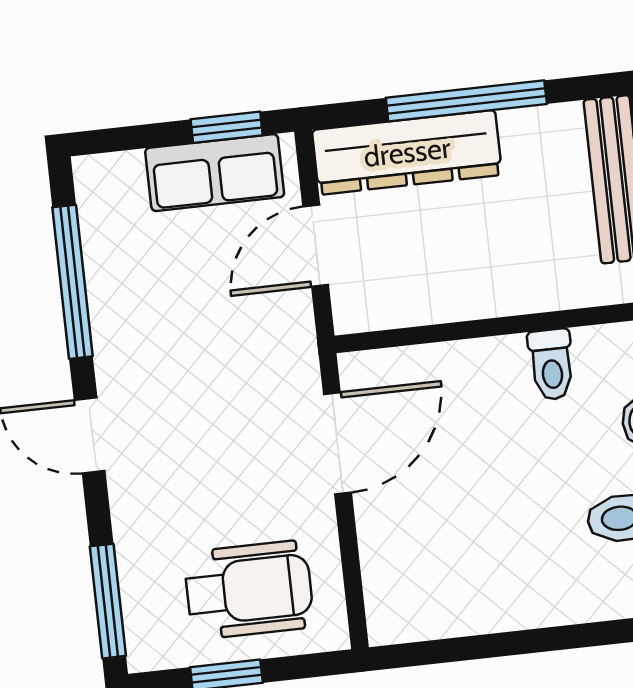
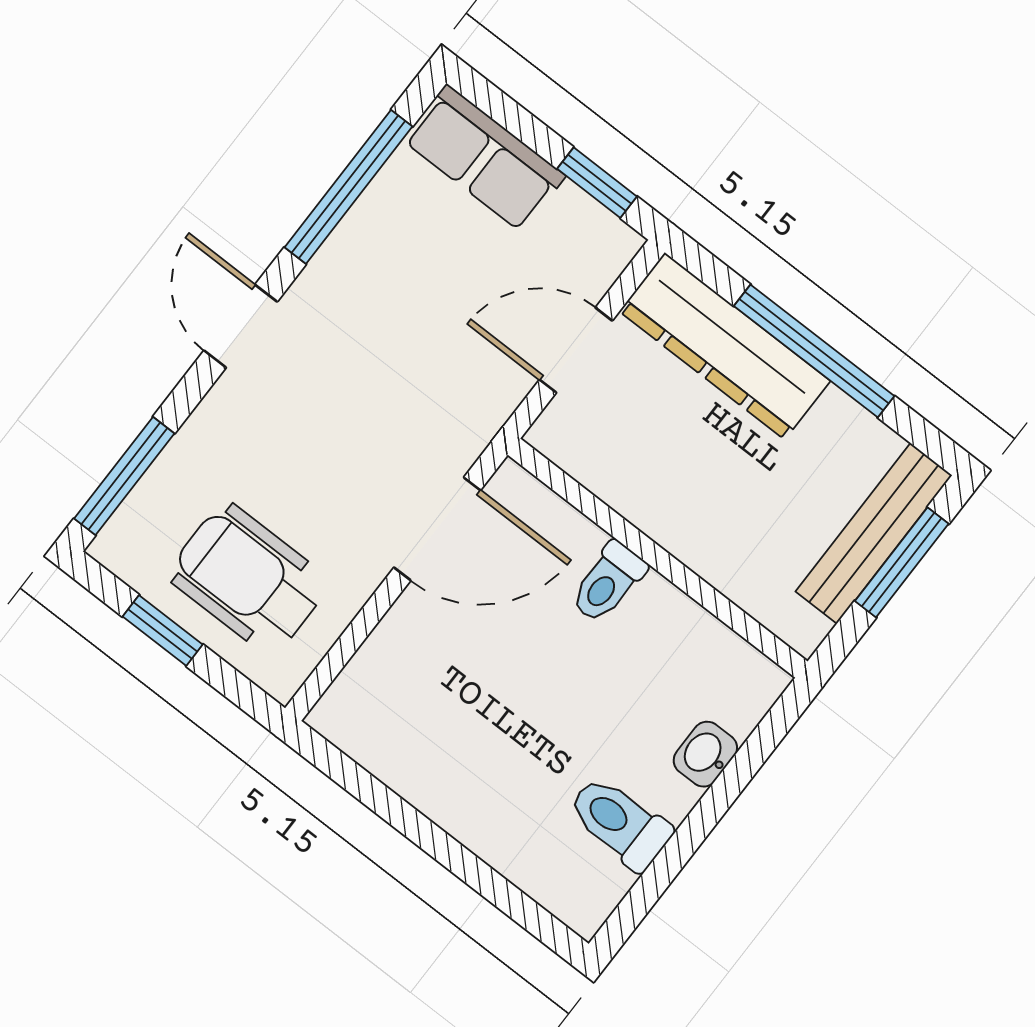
row of seats: (215, 173) -> (484, 158), moved
toilet: (551, 364) -> (608, 582), moved
wheelchair: (249, 590) -> (248, 579), turned 180

